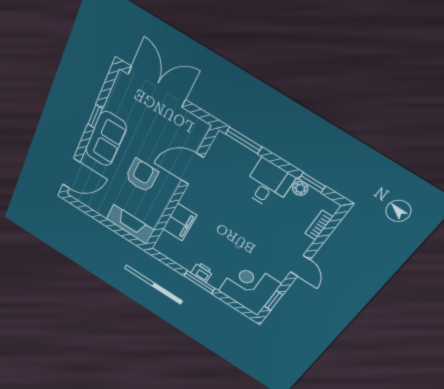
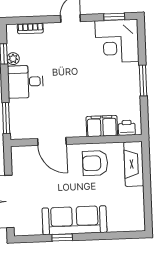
sofa: (106, 139) -> (74, 220), width x1.36
door: (71, 173) -> (124, 235), removed
armchair: (142, 176) -> (95, 163), moved
printer: (202, 272) -> (127, 128), moved, turned 90

